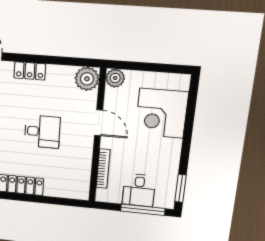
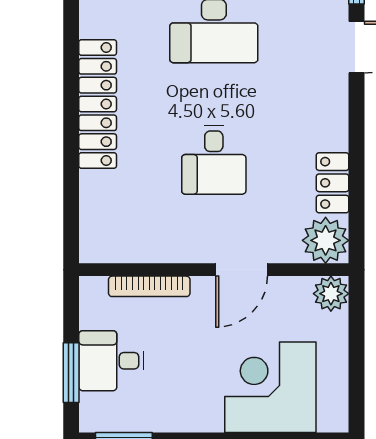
locker: (30, 71) -> (333, 183), moved
window: (143, 210) -> (71, 373), width x0.69

